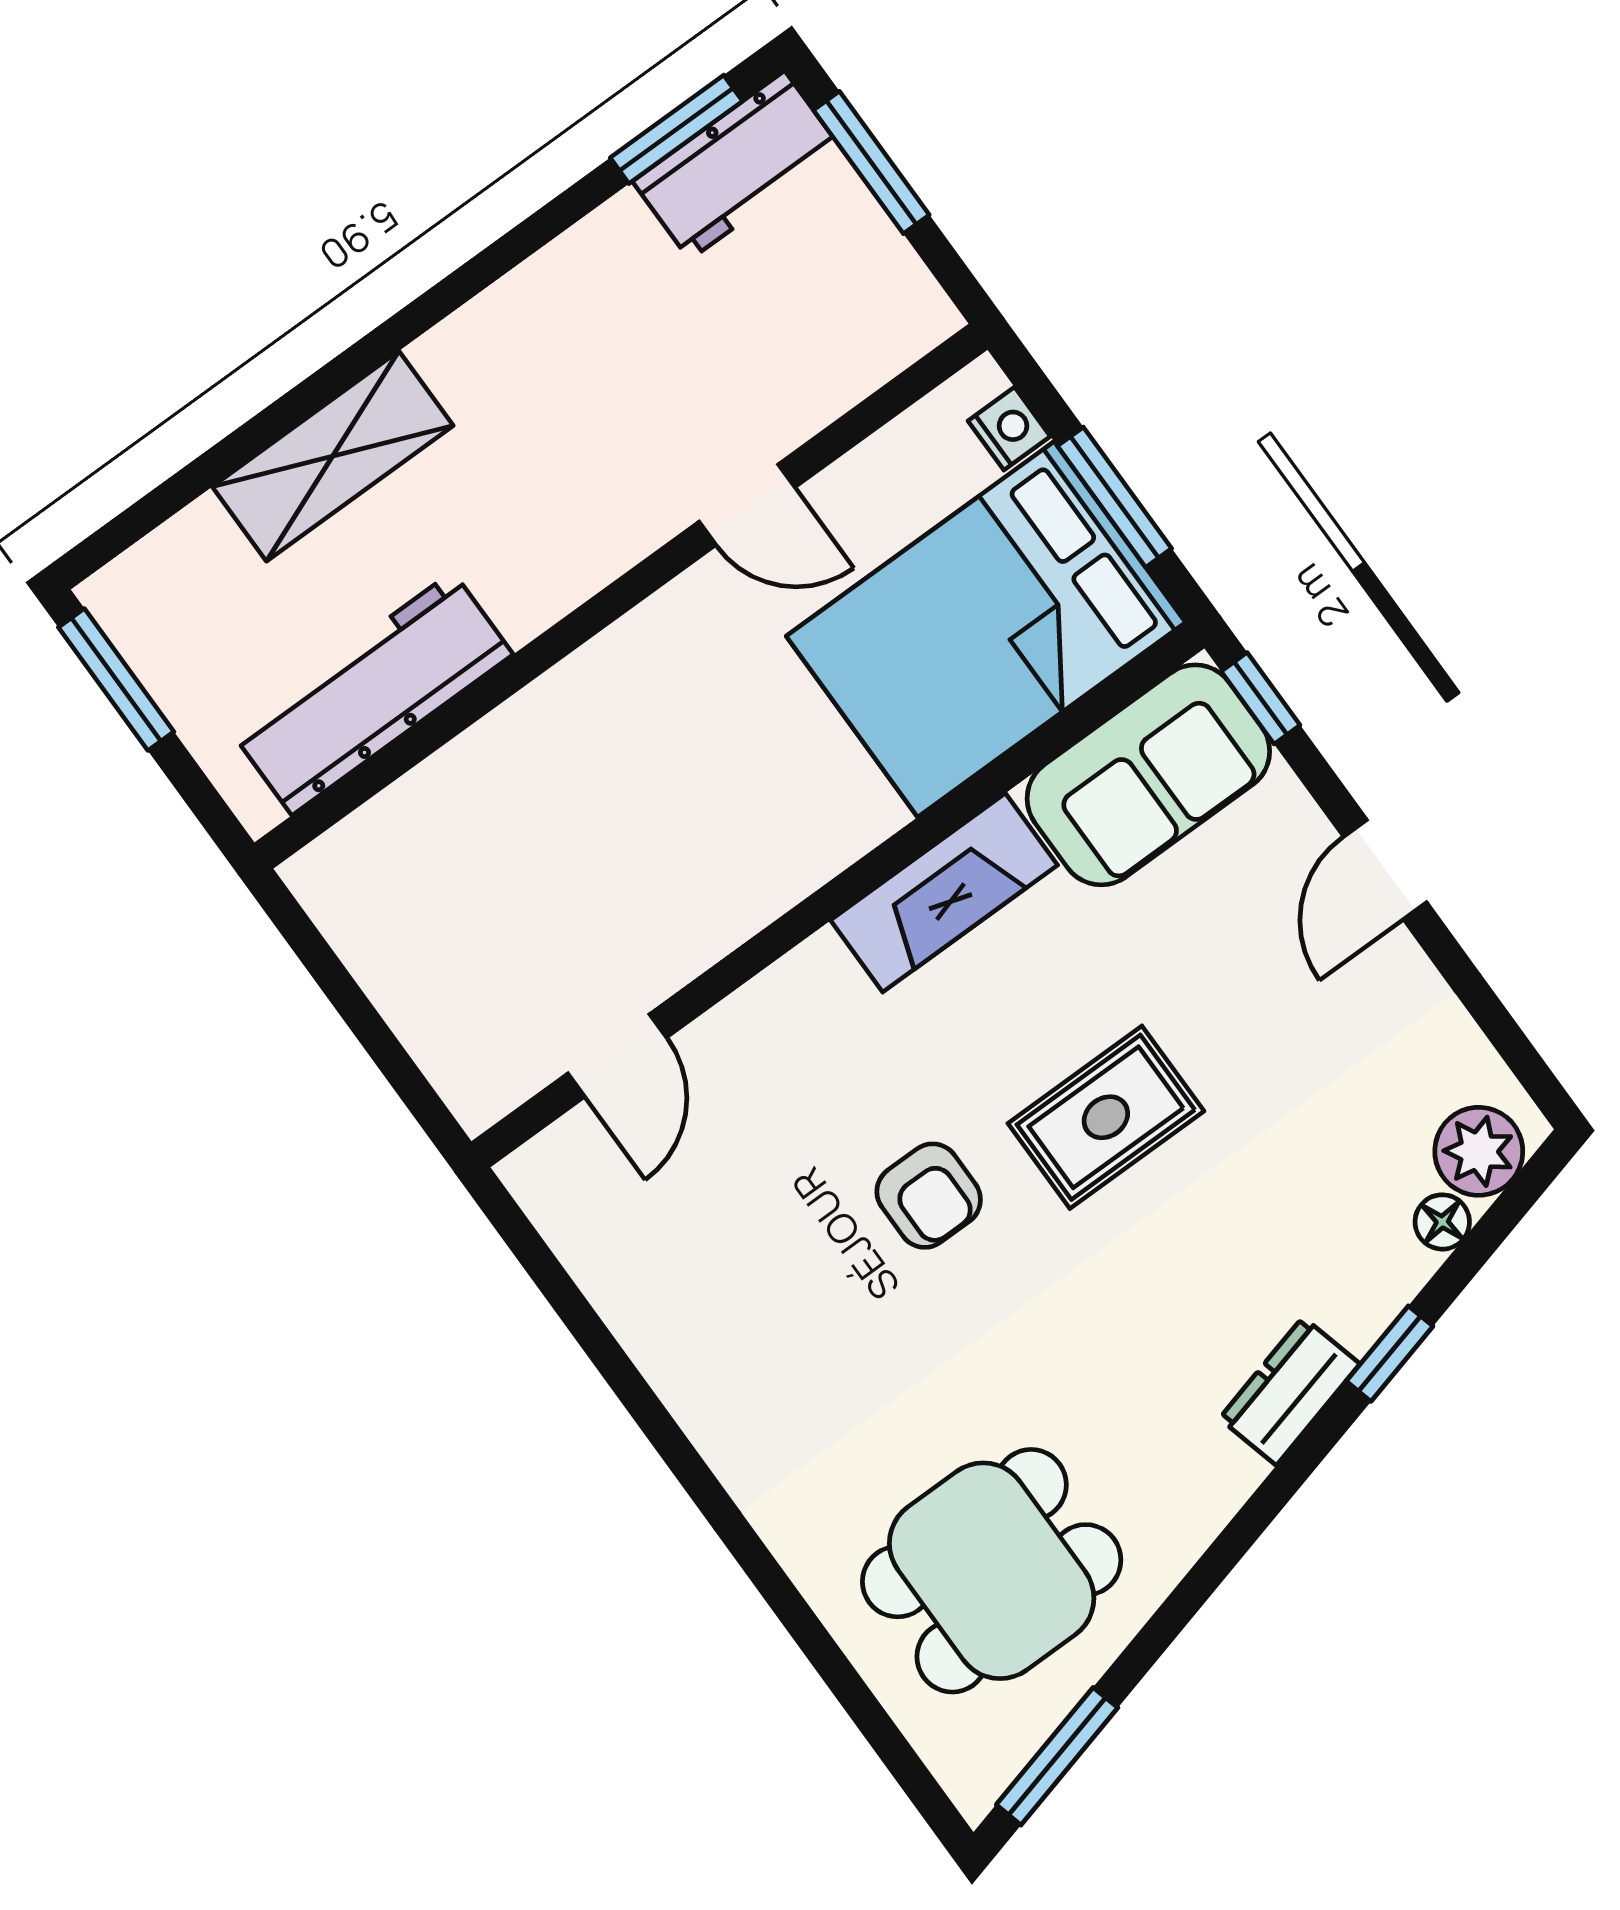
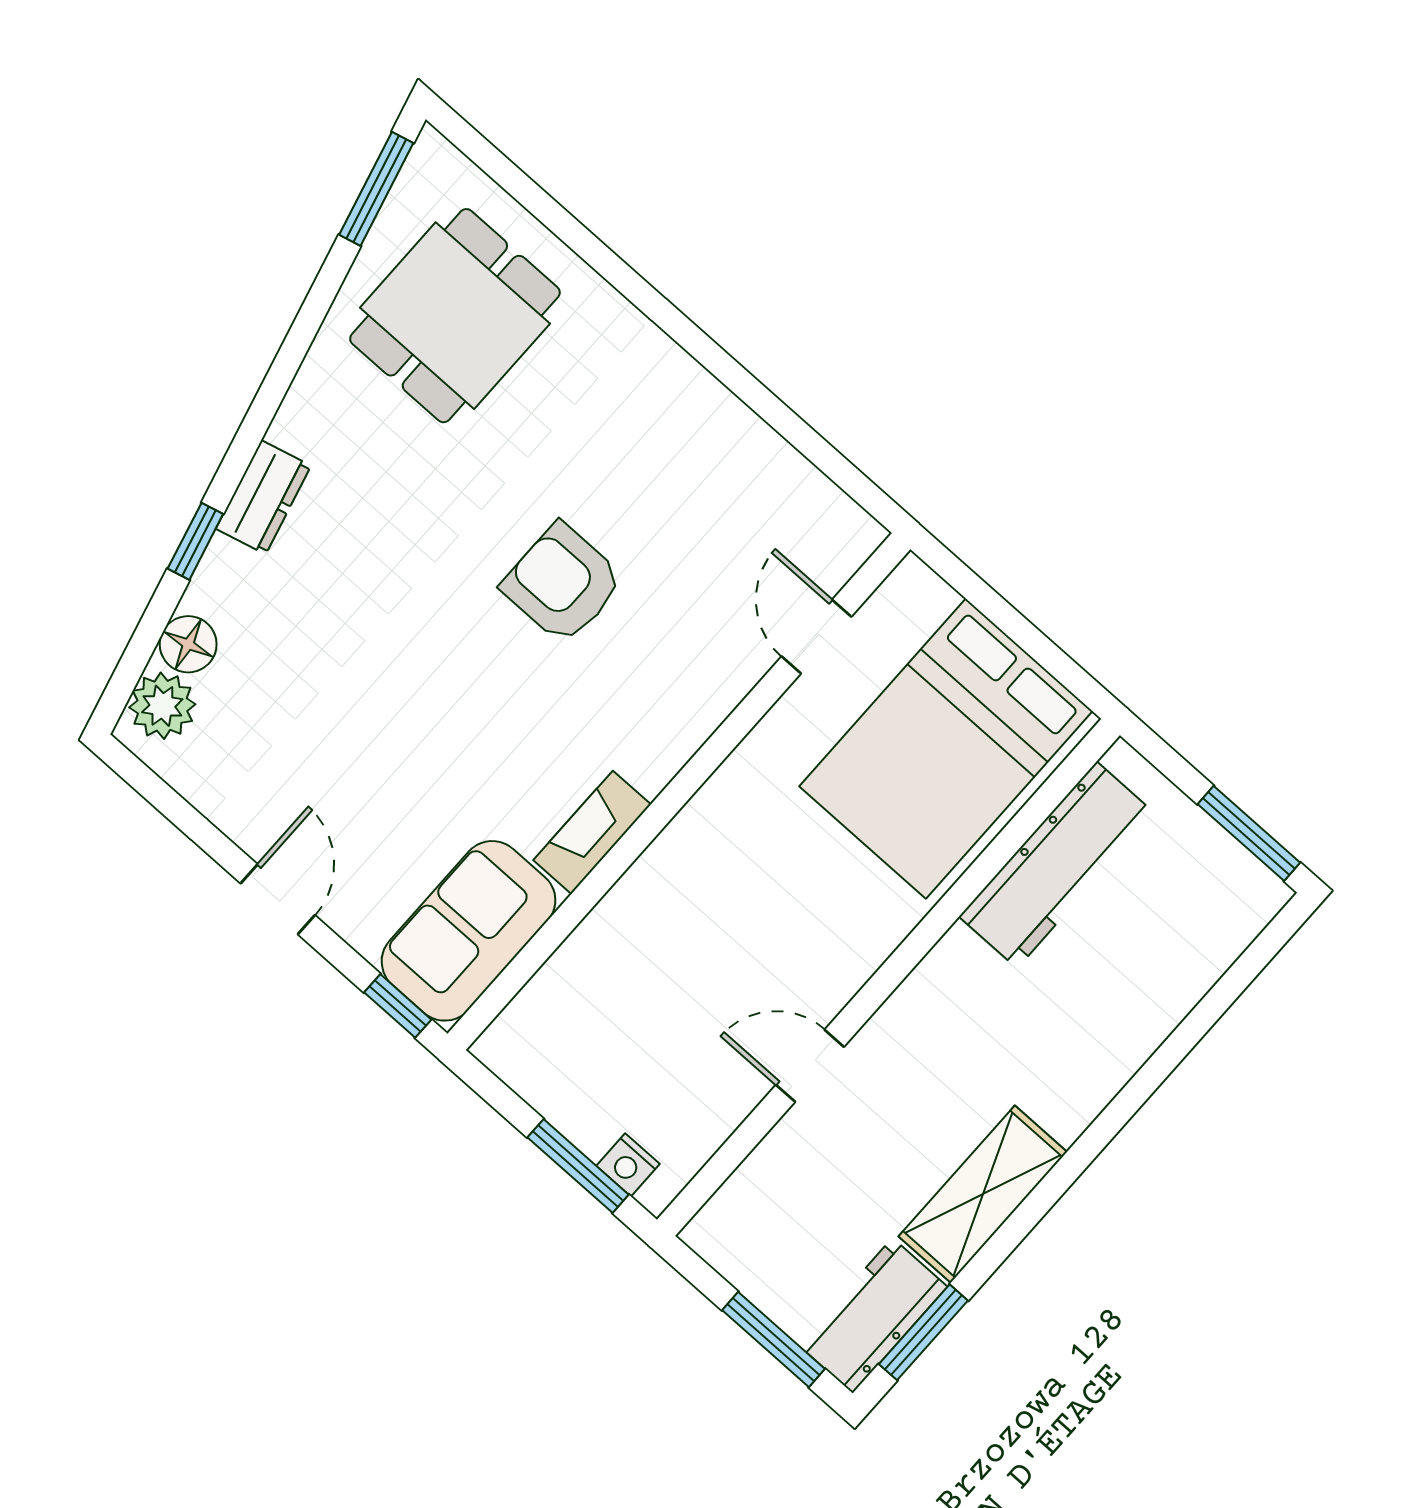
shelving: (333, 456) -> (983, 1194), moved
window: (1115, 497) -> (578, 1166), moved
bed: (986, 629) -> (946, 749), moved, turned 180
fireplace: (944, 893) -> (592, 832), width x0.73, depth x0.76
rug: (1106, 1117) -> (444, 670), removed
armchair: (929, 1196) -> (563, 583), width x1.38, depth x1.38
floor lamp: (1442, 1222) -> (188, 644), width x1.37, depth x1.37

